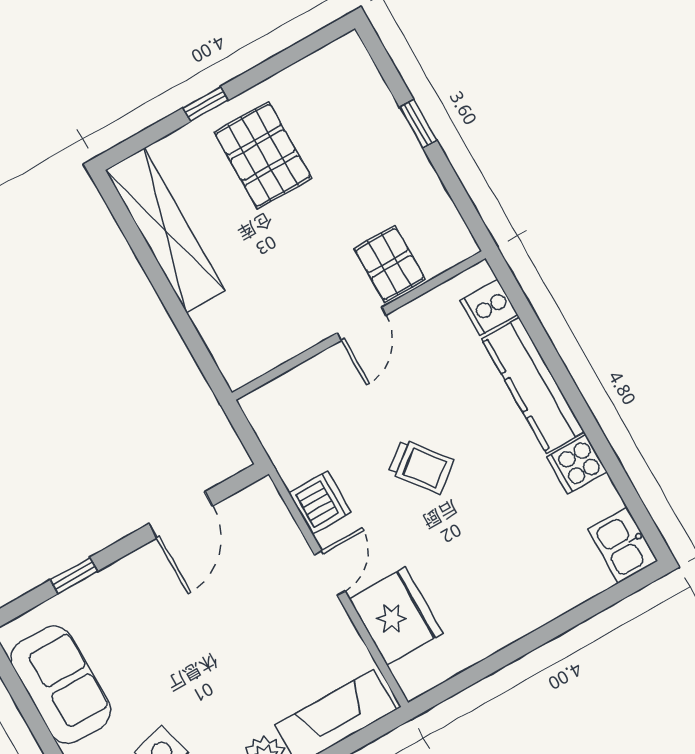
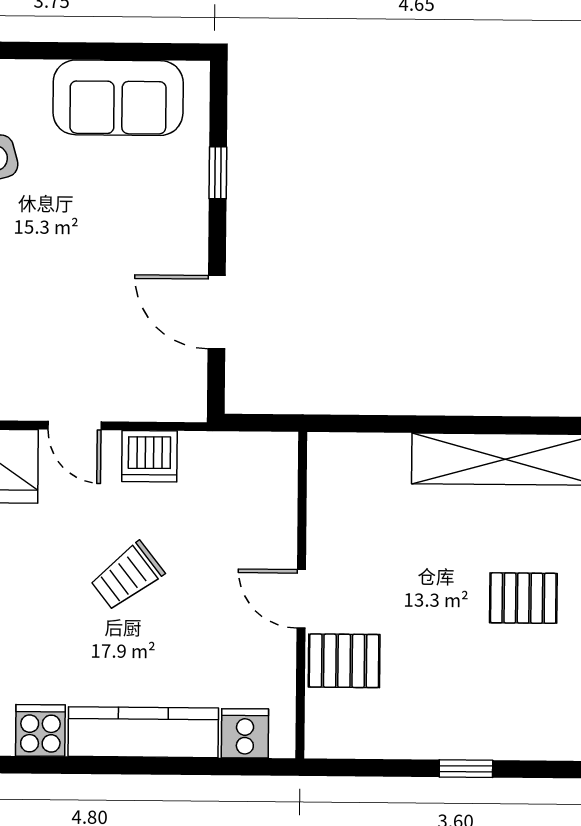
pallet: (263, 155) -> (523, 598), width x0.67, depth x0.71

